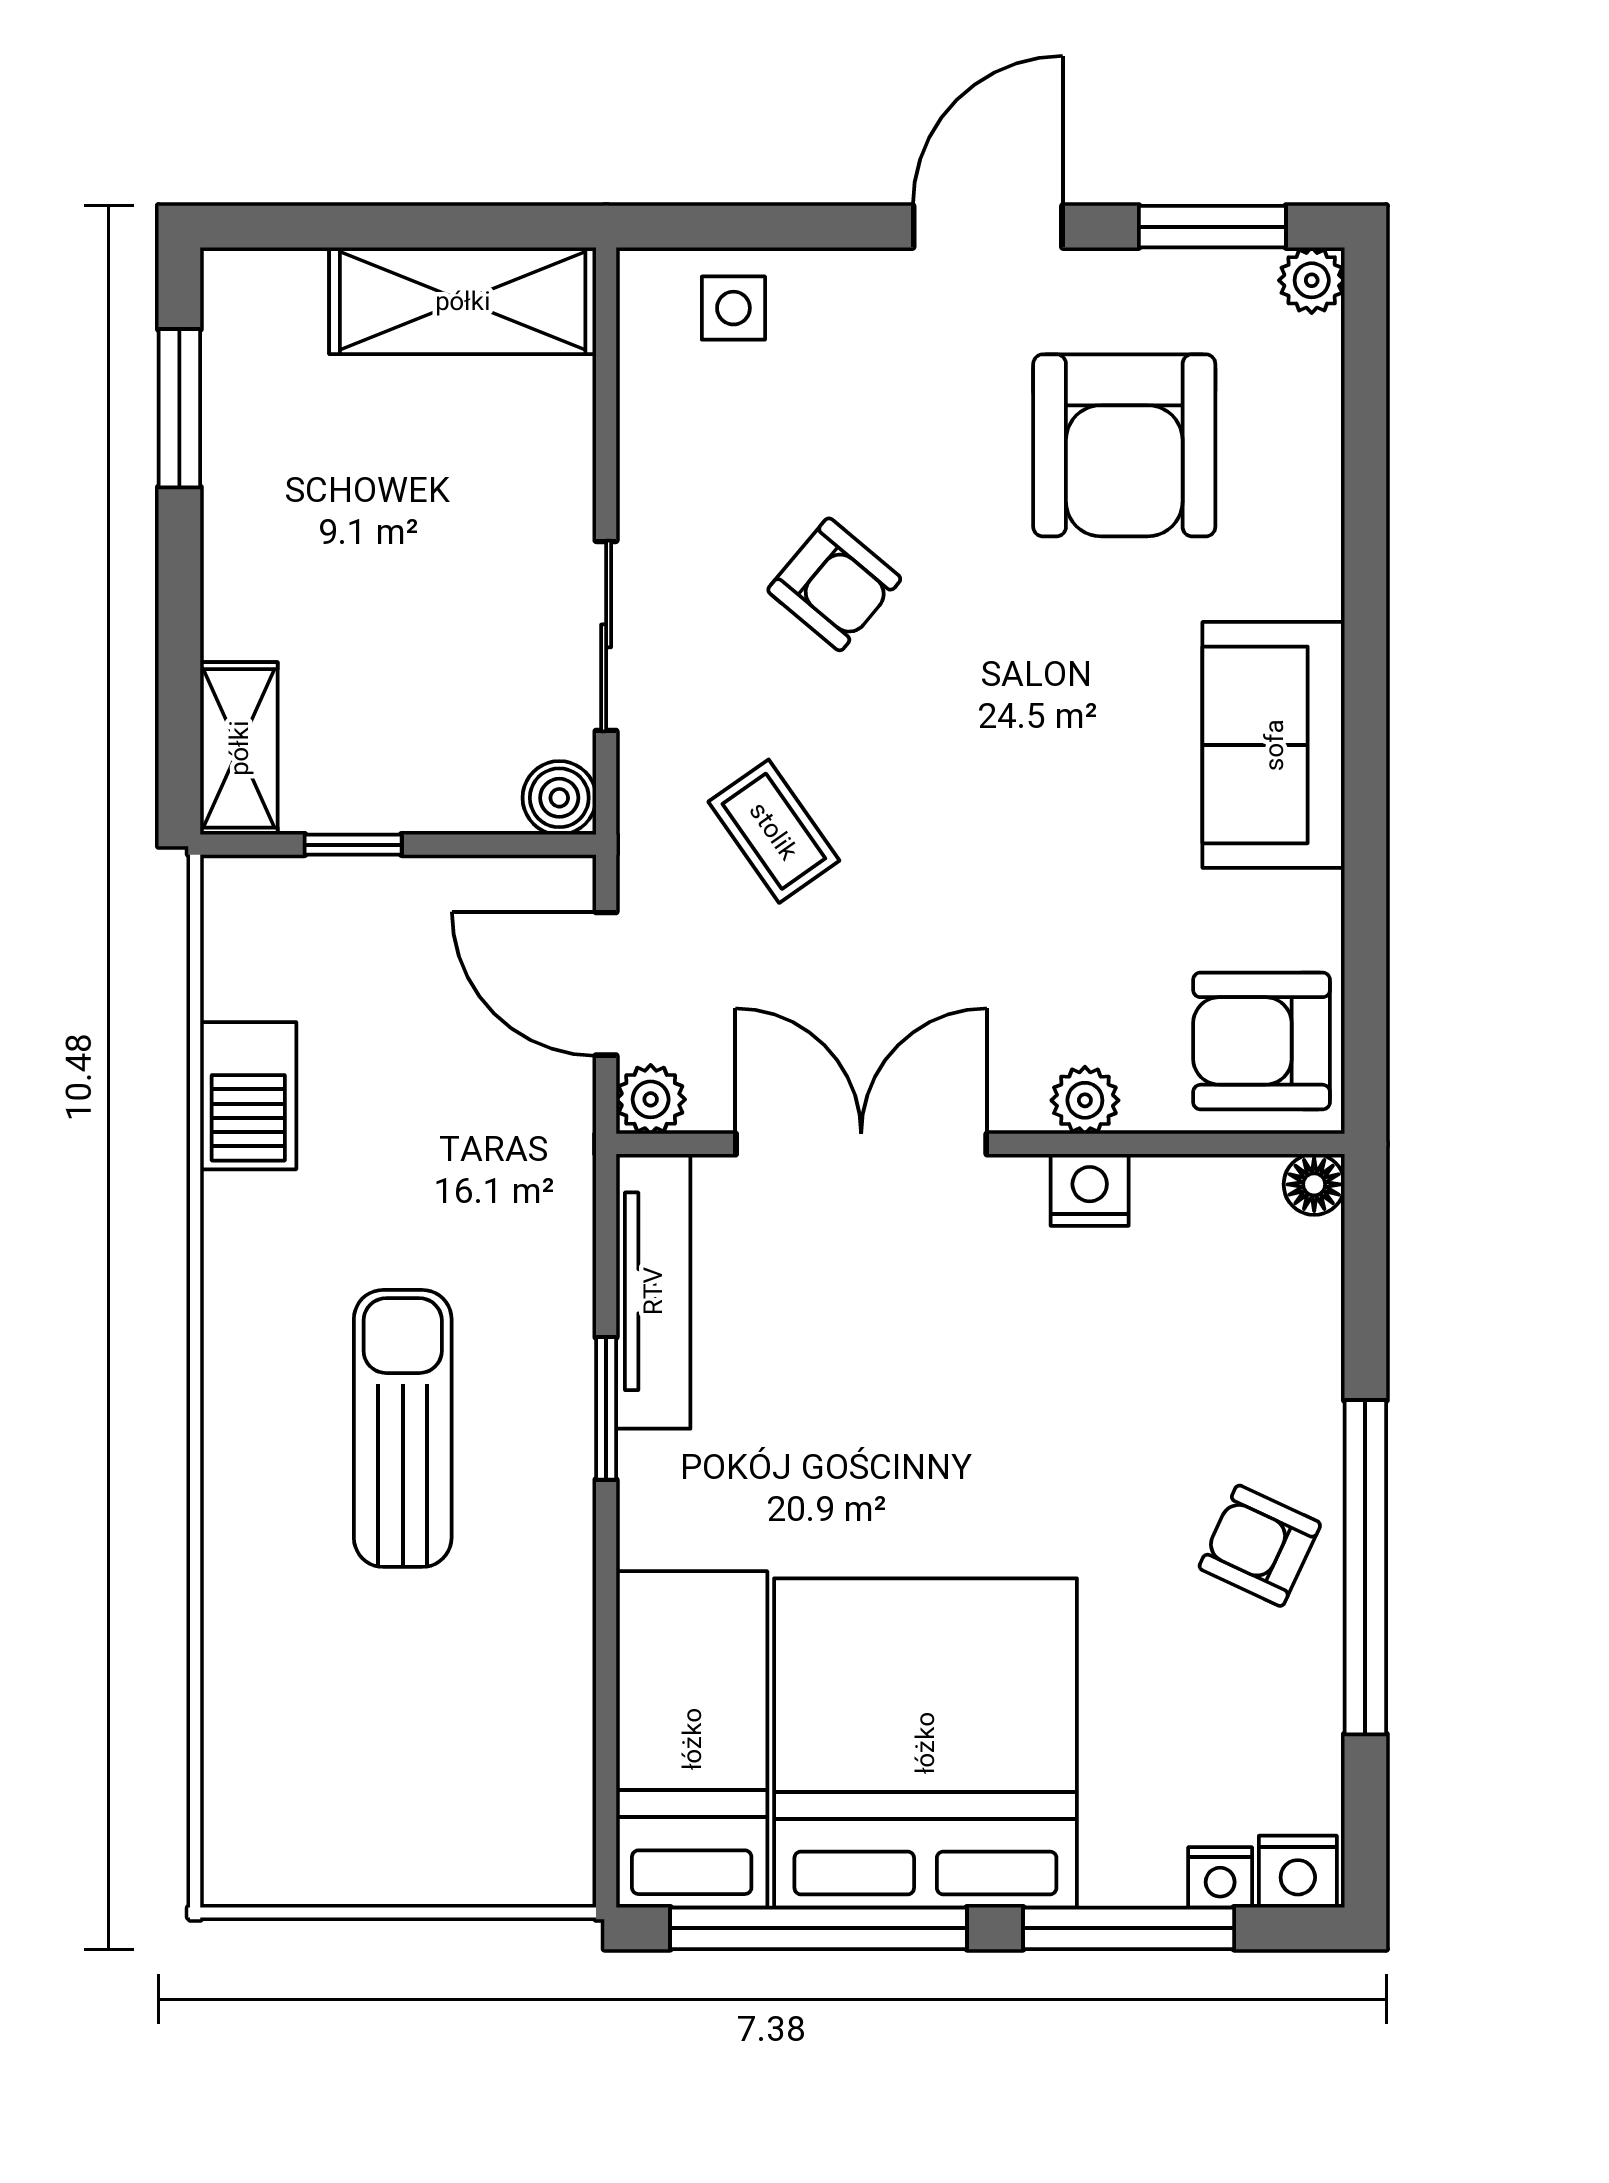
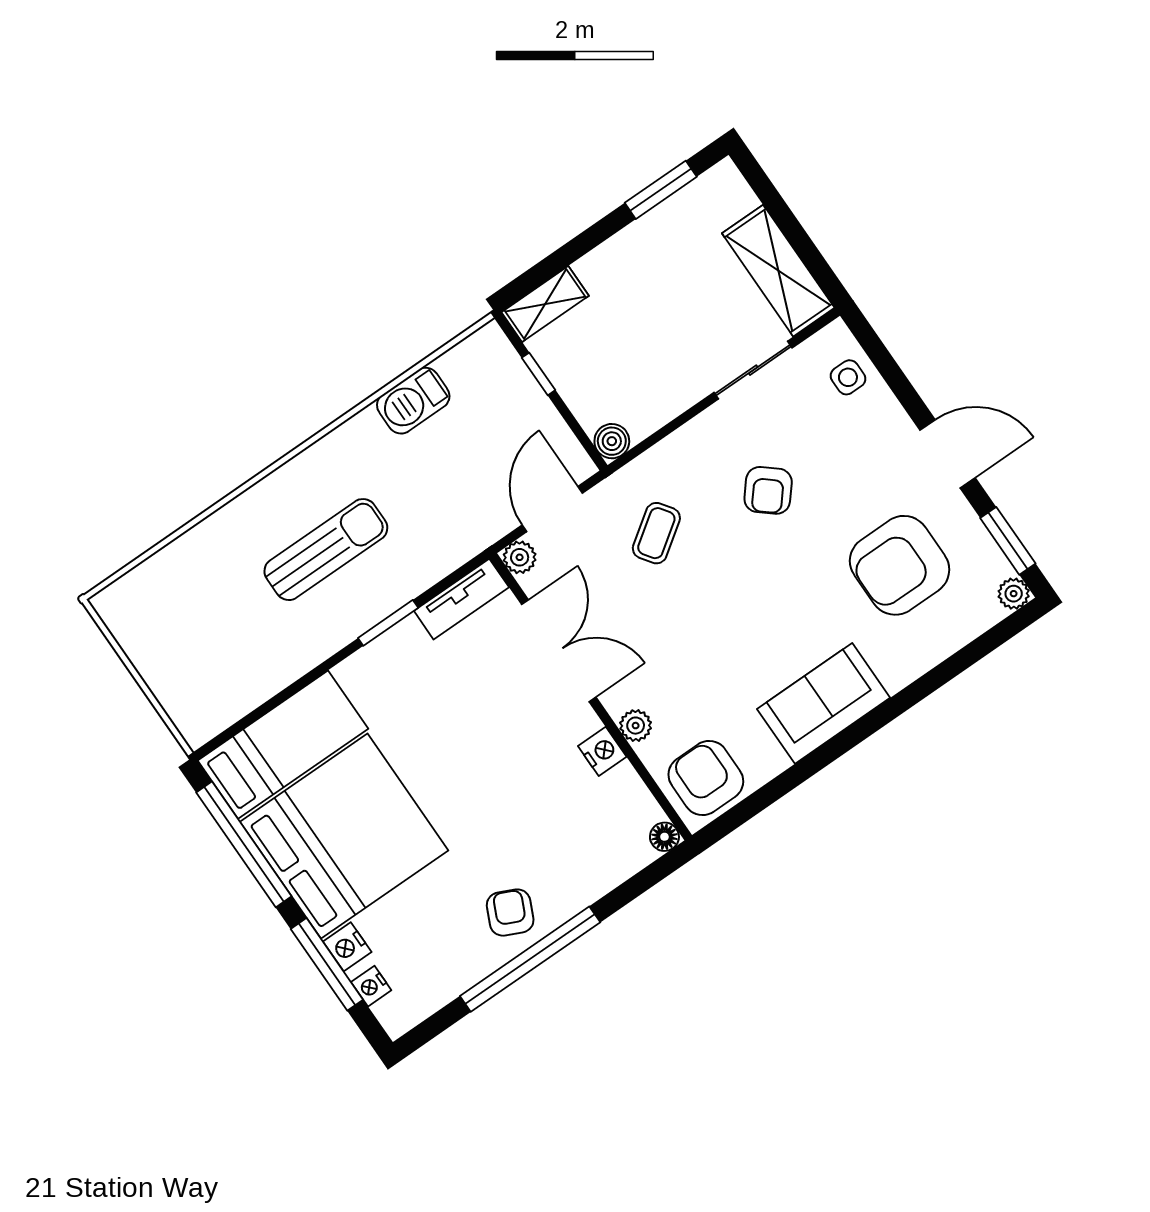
sliding door: (606, 636) -> (753, 370), moved
tv unit: (653, 1291) -> (461, 599), width x0.71
nightstand: (1298, 1872) -> (347, 947), moved

